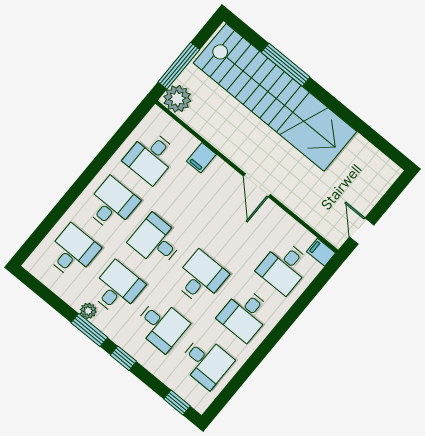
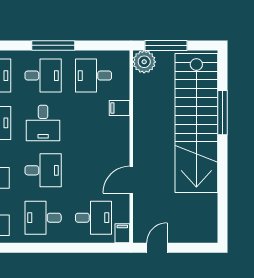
window: (91, 171) -> (53, 45), added
door: (257, 185) -> (131, 180), moved
desk: (156, 241) -> (43, 123), turned 180
desk: (284, 267) -> (94, 218), turned 180

